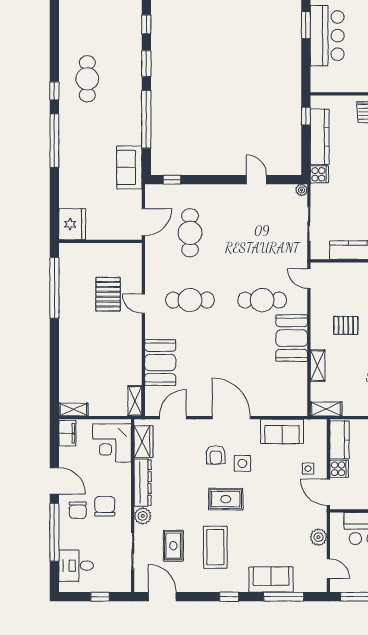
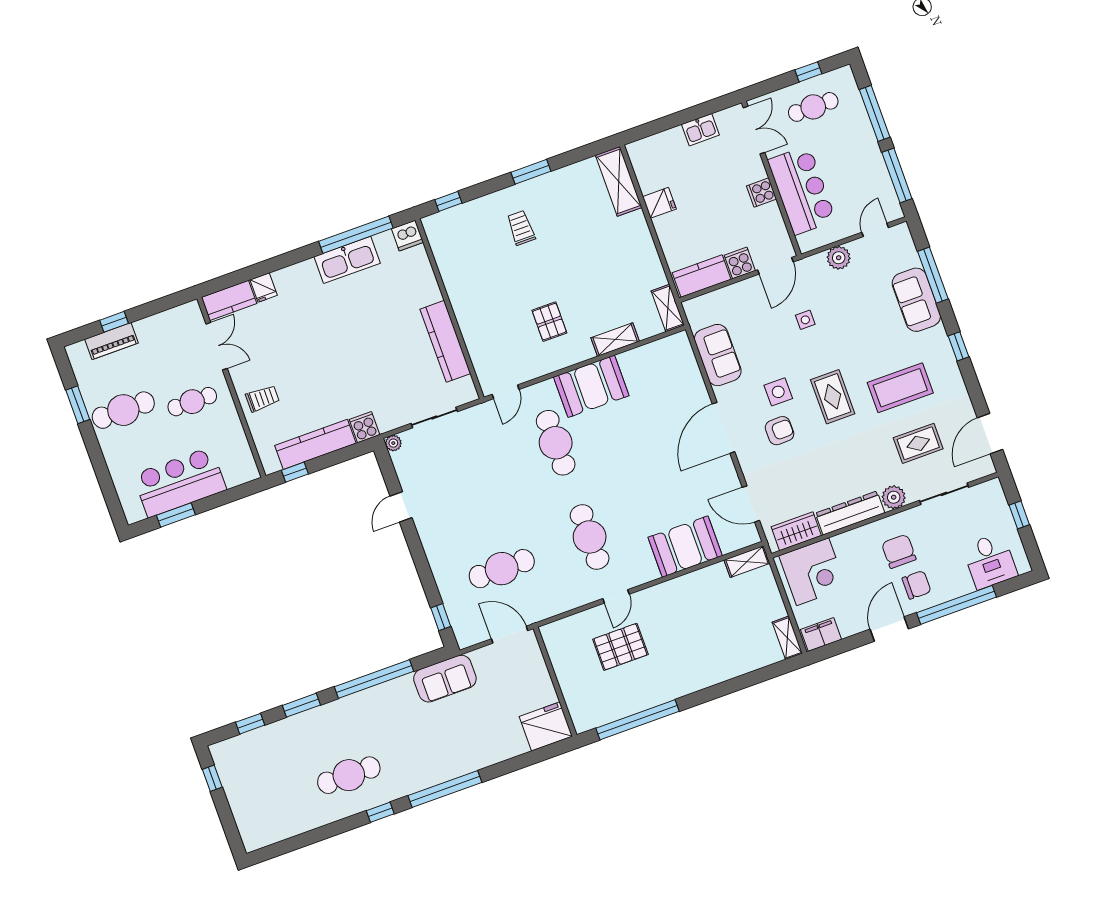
side table: (308, 469) -> (805, 320), moved
chair: (105, 506) -> (899, 551), turned 90

